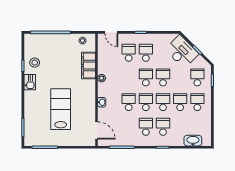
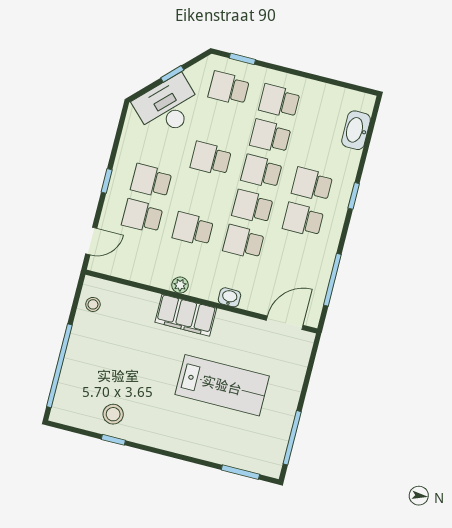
filing cabinet: (88, 66) -> (186, 315), moved
school desk: (146, 77) -> (193, 229), moved
kitchen sink: (30, 82) -> (151, 434), removed
lab bench: (61, 109) -> (222, 385), turned 180

